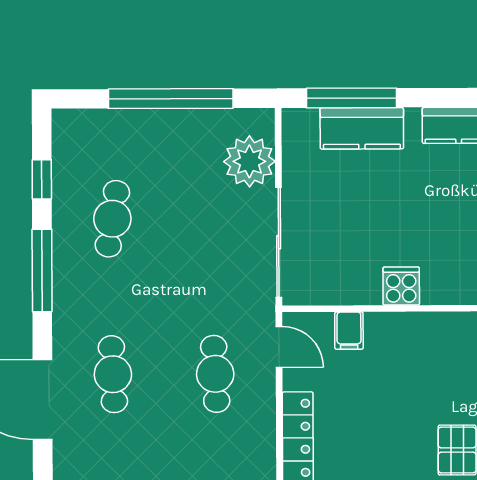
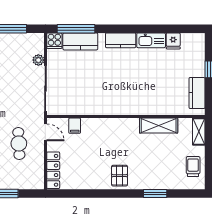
plant: (249, 161) -> (38, 60), width x0.53, depth x0.53
cooker: (401, 286) -> (54, 41), moved, turned 180

